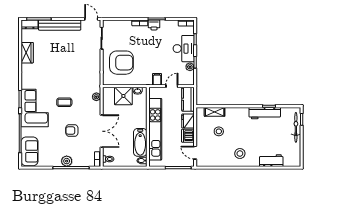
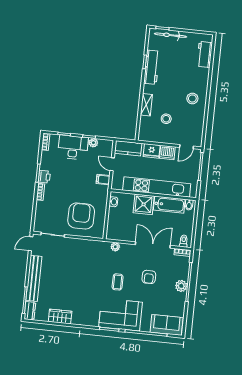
shower: (123, 96) -> (144, 204), moved
shelving: (215, 112) -> (146, 105), moved
workbench: (271, 161) -> (205, 54), moved

